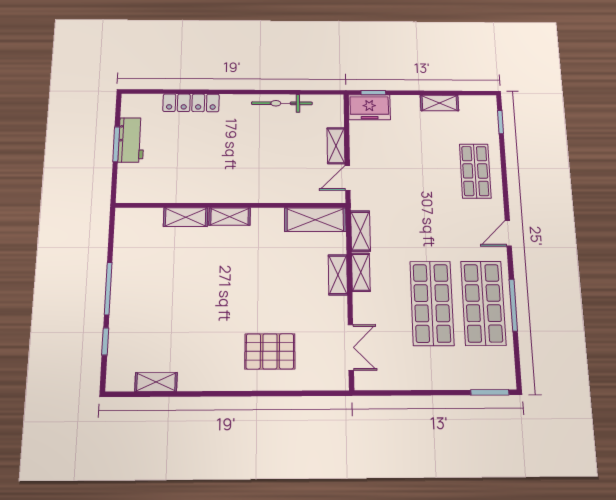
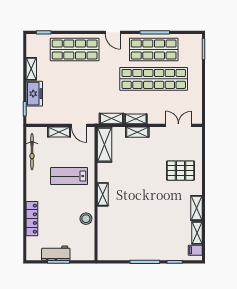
bicycle: (282, 103) -> (32, 152), moved
freezer: (369, 107) -> (34, 94), moved
lab bench: (262, 162) -> (69, 176), added
shop shelf: (475, 171) -> (75, 50), width x1.43, depth x1.36
stool: (188, 189) -> (86, 219), added
shelving: (186, 217) -> (196, 208), moved
shop shelf: (432, 303) -> (154, 79), width x1.40
pallet: (270, 351) -> (181, 171), turned 90
filing cabinet: (124, 379) -> (195, 250), added

